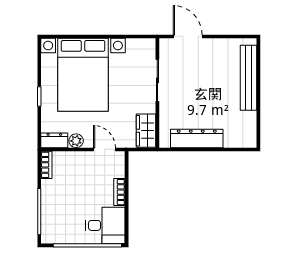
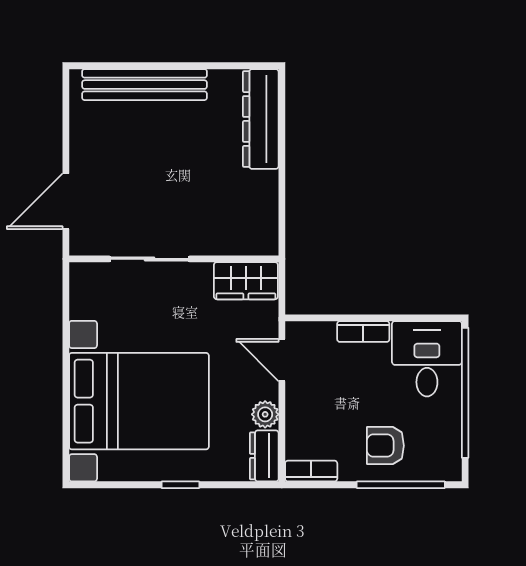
dresser: (197, 138) -> (261, 119), moved
door: (104, 149) -> (282, 360), hinge flipped
armchair: (60, 204) -> (385, 446), added

